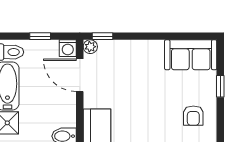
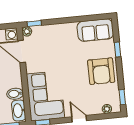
armchair: (193, 116) -> (101, 71), width x1.88, depth x1.88

